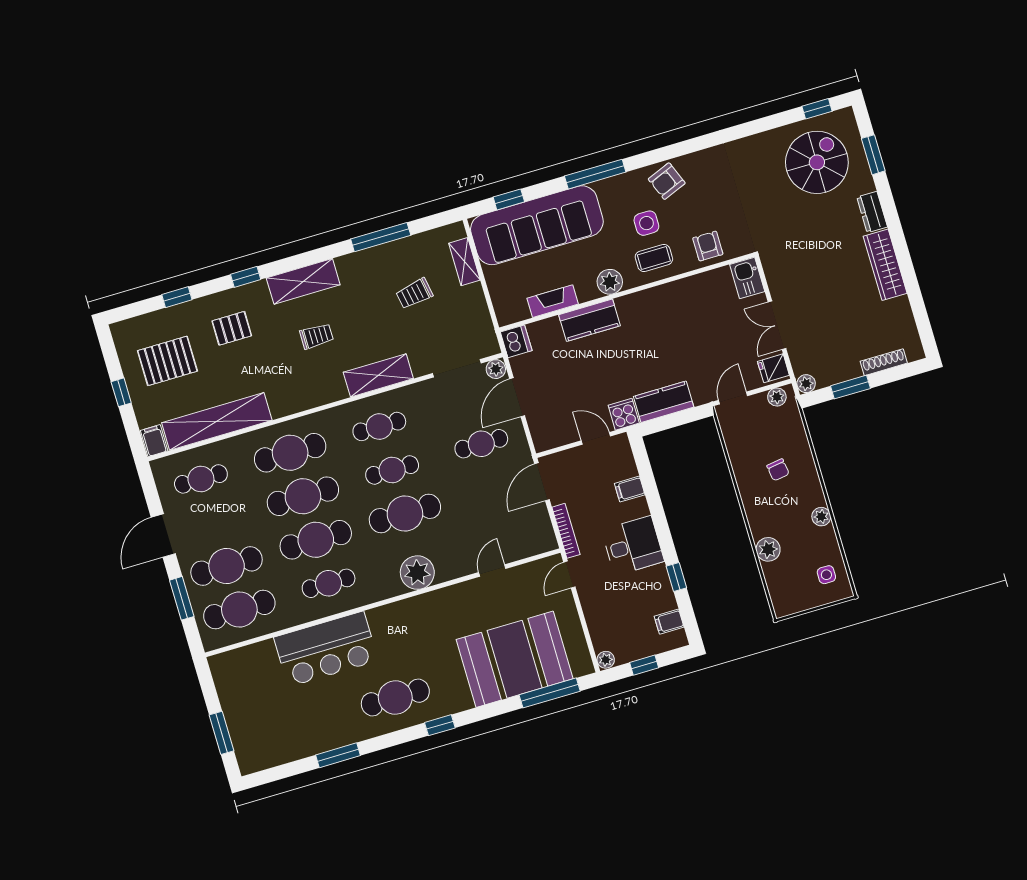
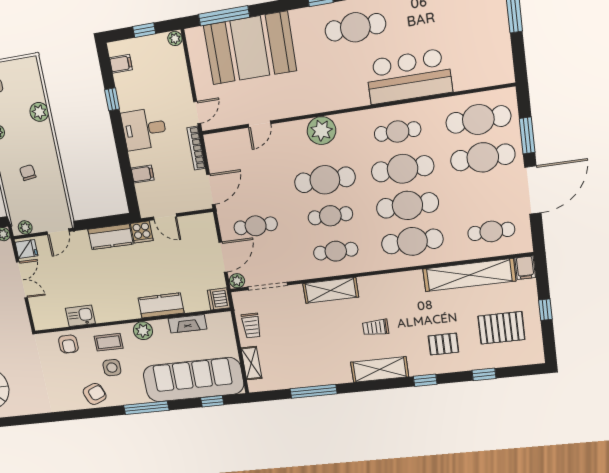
kitchen sink: (747, 278) -> (80, 316), moved, turned -90
trolley: (414, 294) -> (251, 326), moved, turned 100
door: (163, 535) -> (533, 190), width x1.36

